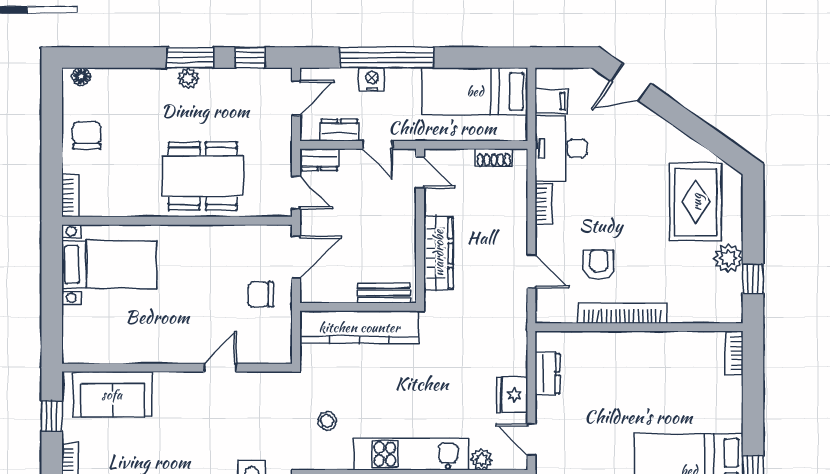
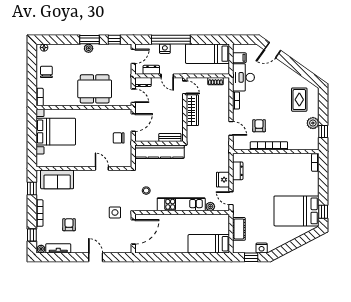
rug: (696, 202) -> (299, 100), width x0.73, depth x0.70
wardrobe: (438, 253) -> (192, 110), moved
bed with nightstands: (109, 265) -> (56, 132), width x1.36
door: (220, 368) -> (102, 168), hinge flipped

